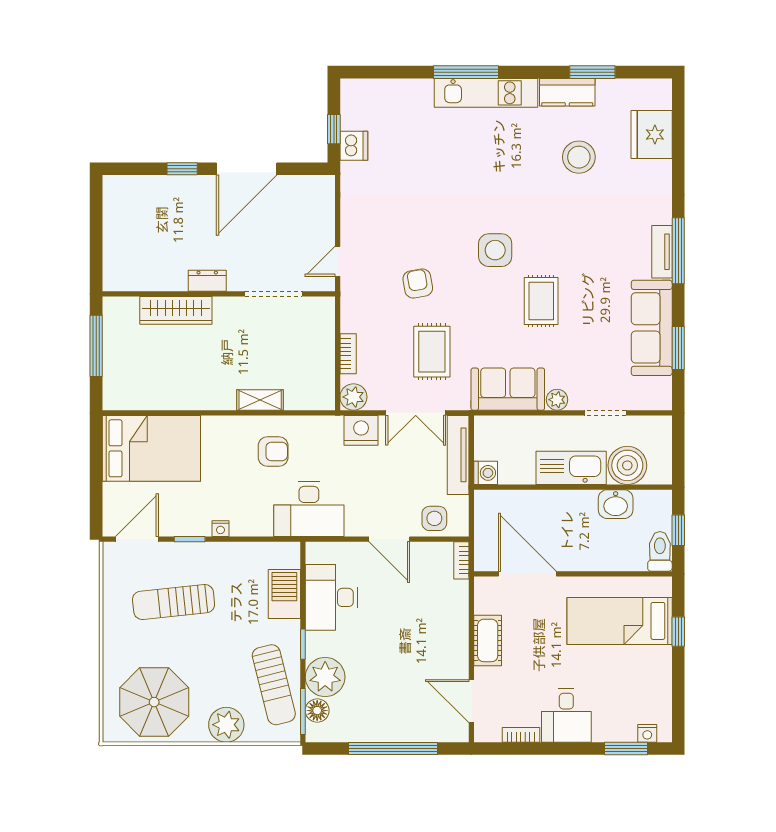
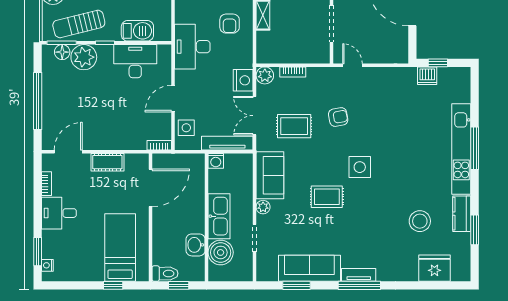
kitchen unit: (486, 93) -> (461, 149), width x1.36

